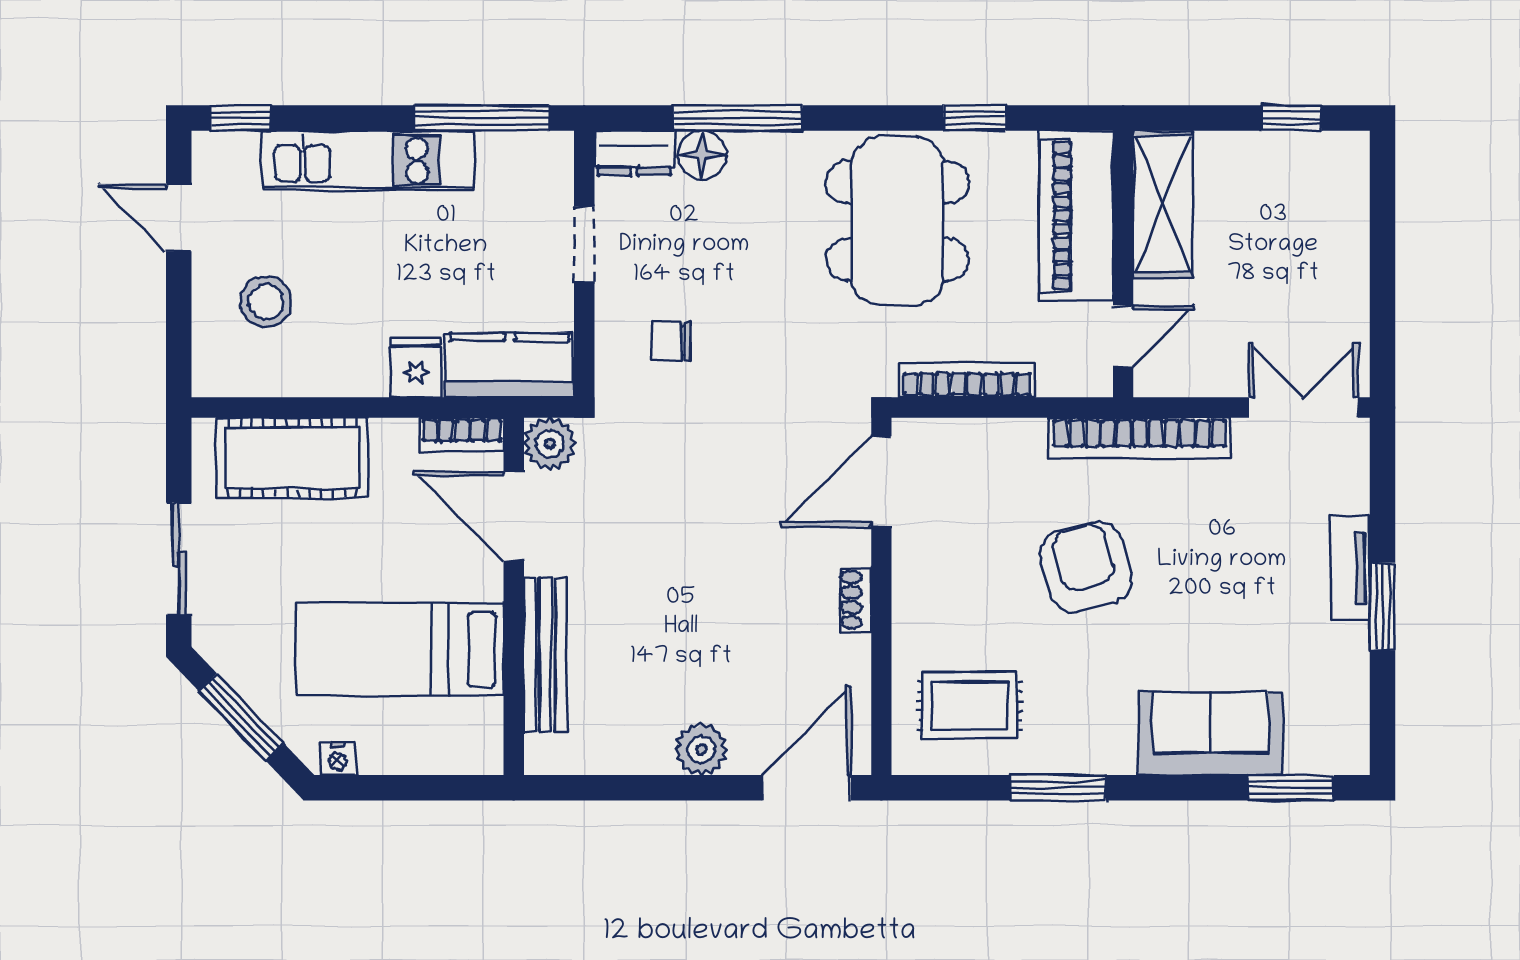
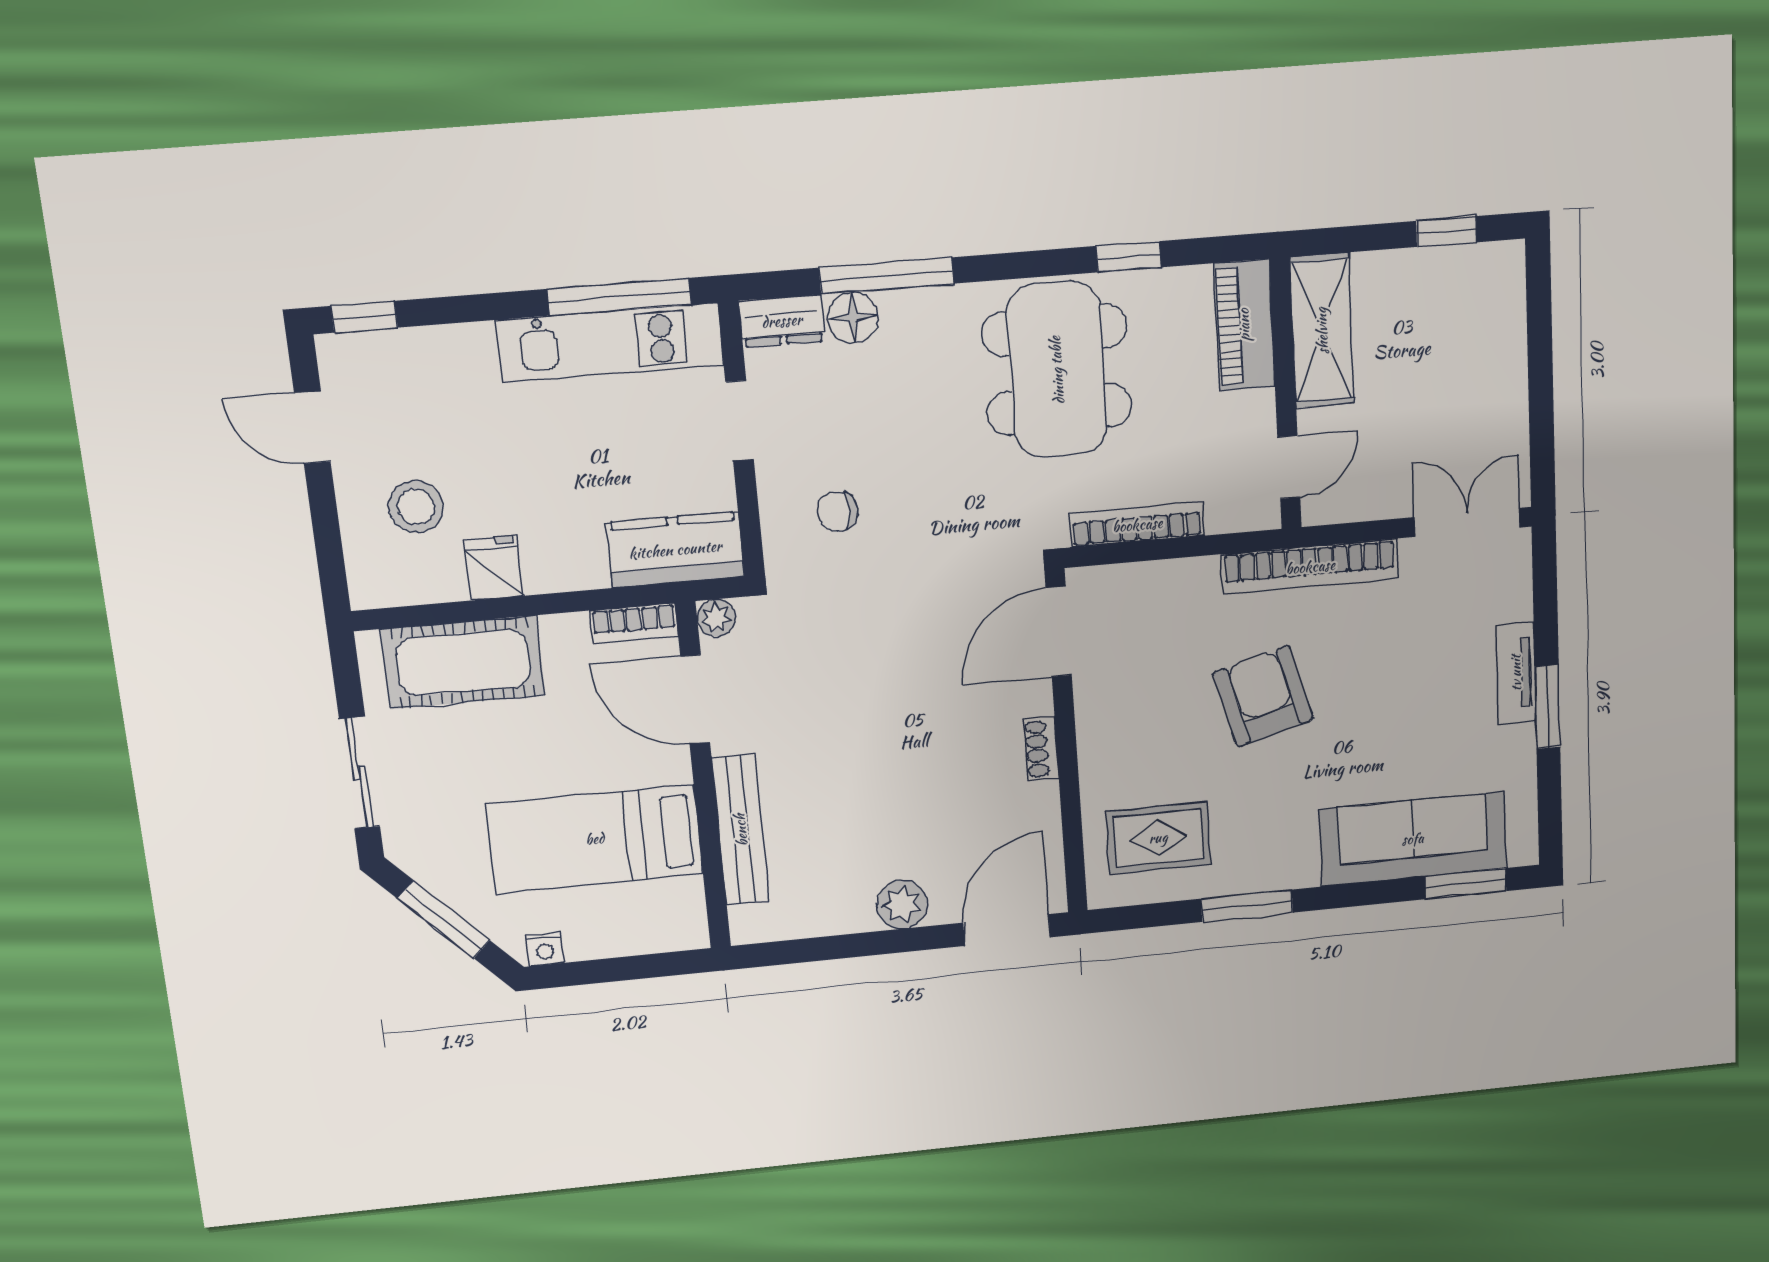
kitchen unit: (368, 160) -> (610, 343), moved
piano: (1076, 215) -> (1244, 325), width x0.73, depth x0.75
fridge: (416, 367) -> (493, 568), moved
plant: (550, 443) -> (716, 618), width x0.73, depth x0.73
sofa: (1210, 734) -> (1413, 839), width x1.36

